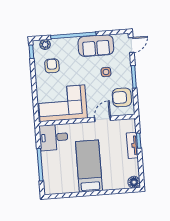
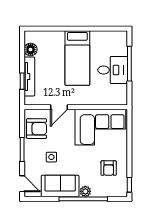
plant: (45, 45) -> (85, 191), moved
door: (131, 45) -> (22, 184), swing flipped
desk: (54, 137) -> (113, 70), moved
tv unit: (132, 145) -> (29, 76), width x1.41
floor lamp: (134, 182) -> (31, 49), moved

